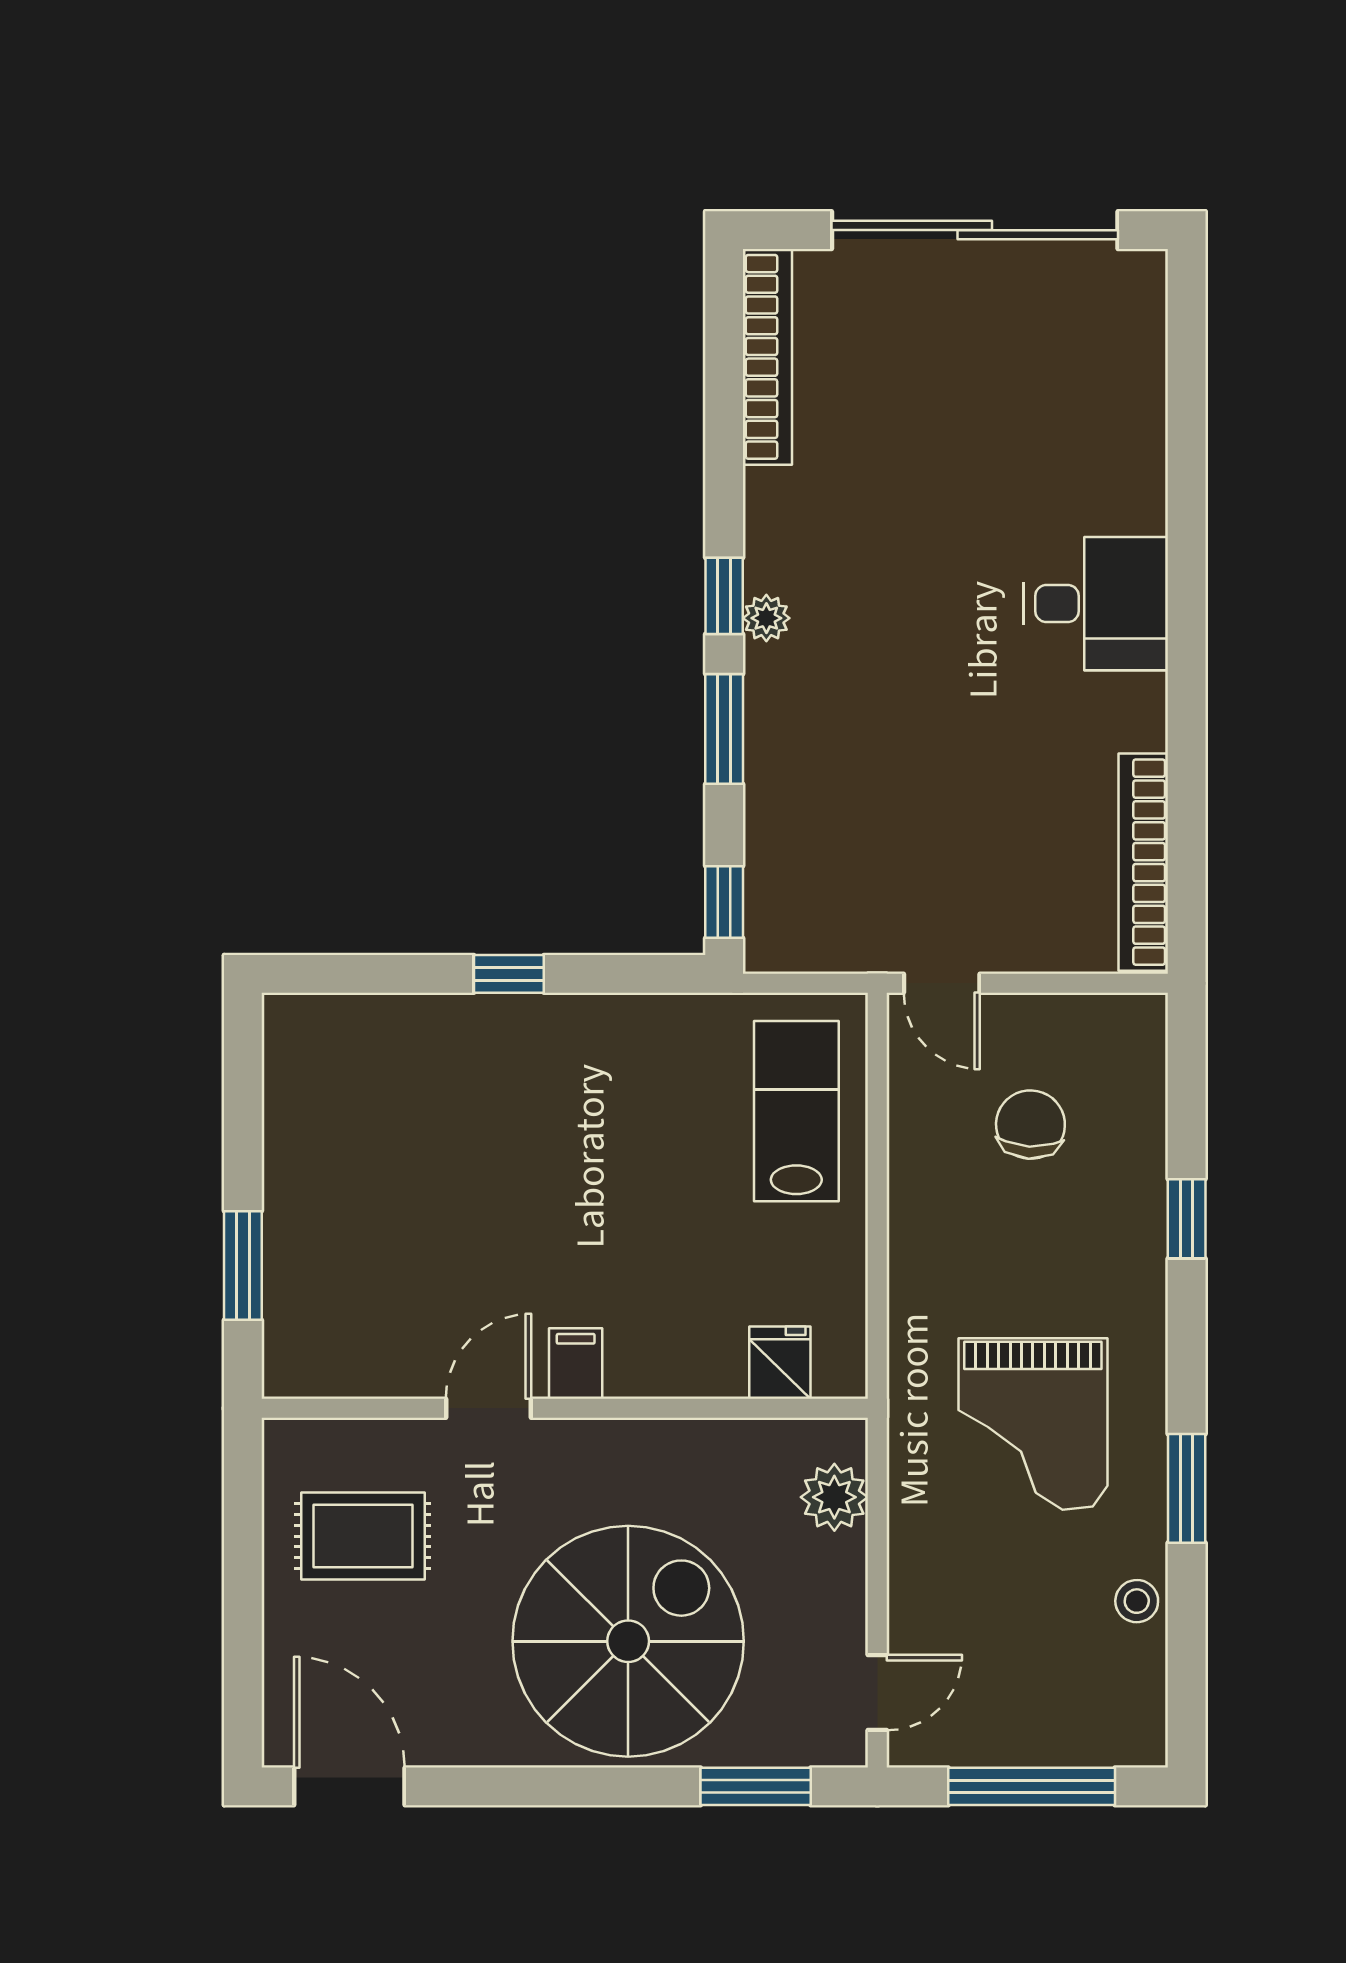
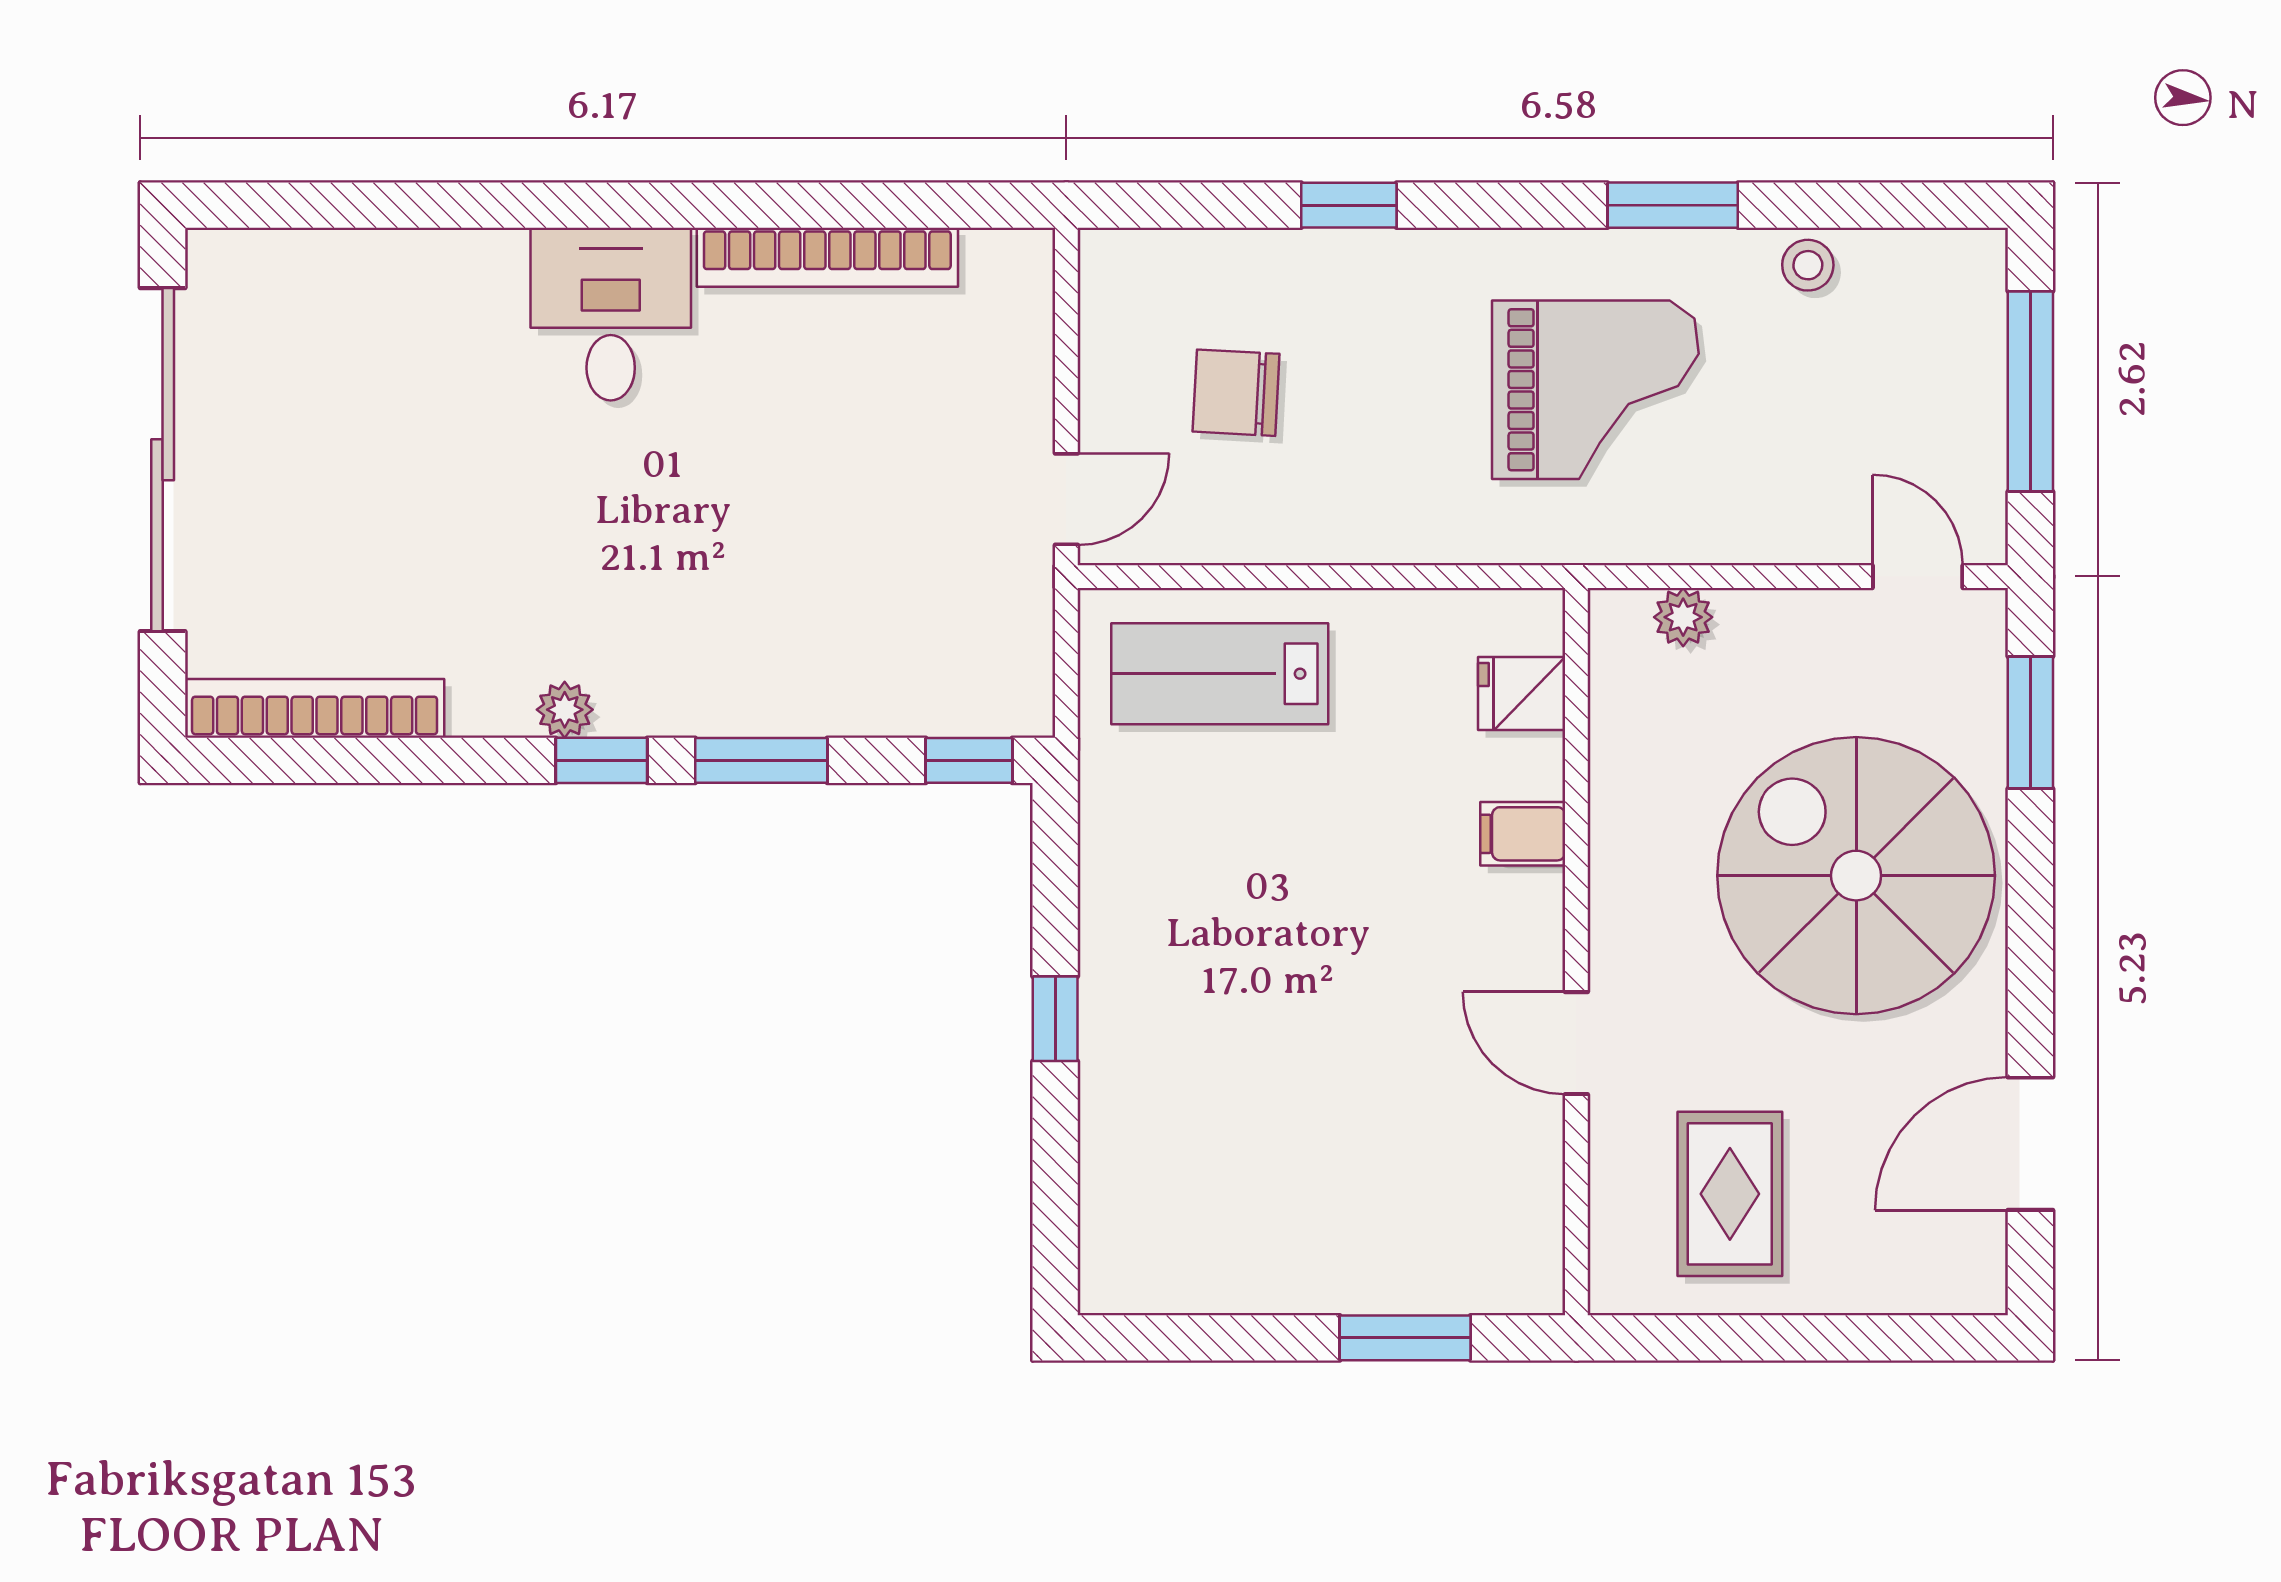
plant: (766, 618) -> (565, 710), moved
bookcase: (1143, 862) -> (827, 257), moved
filing cabinet: (576, 1364) -> (1523, 834), moved
plant: (834, 1497) -> (1683, 617), width x0.73, depth x0.73
door: (349, 1786) -> (2030, 1144), moved

